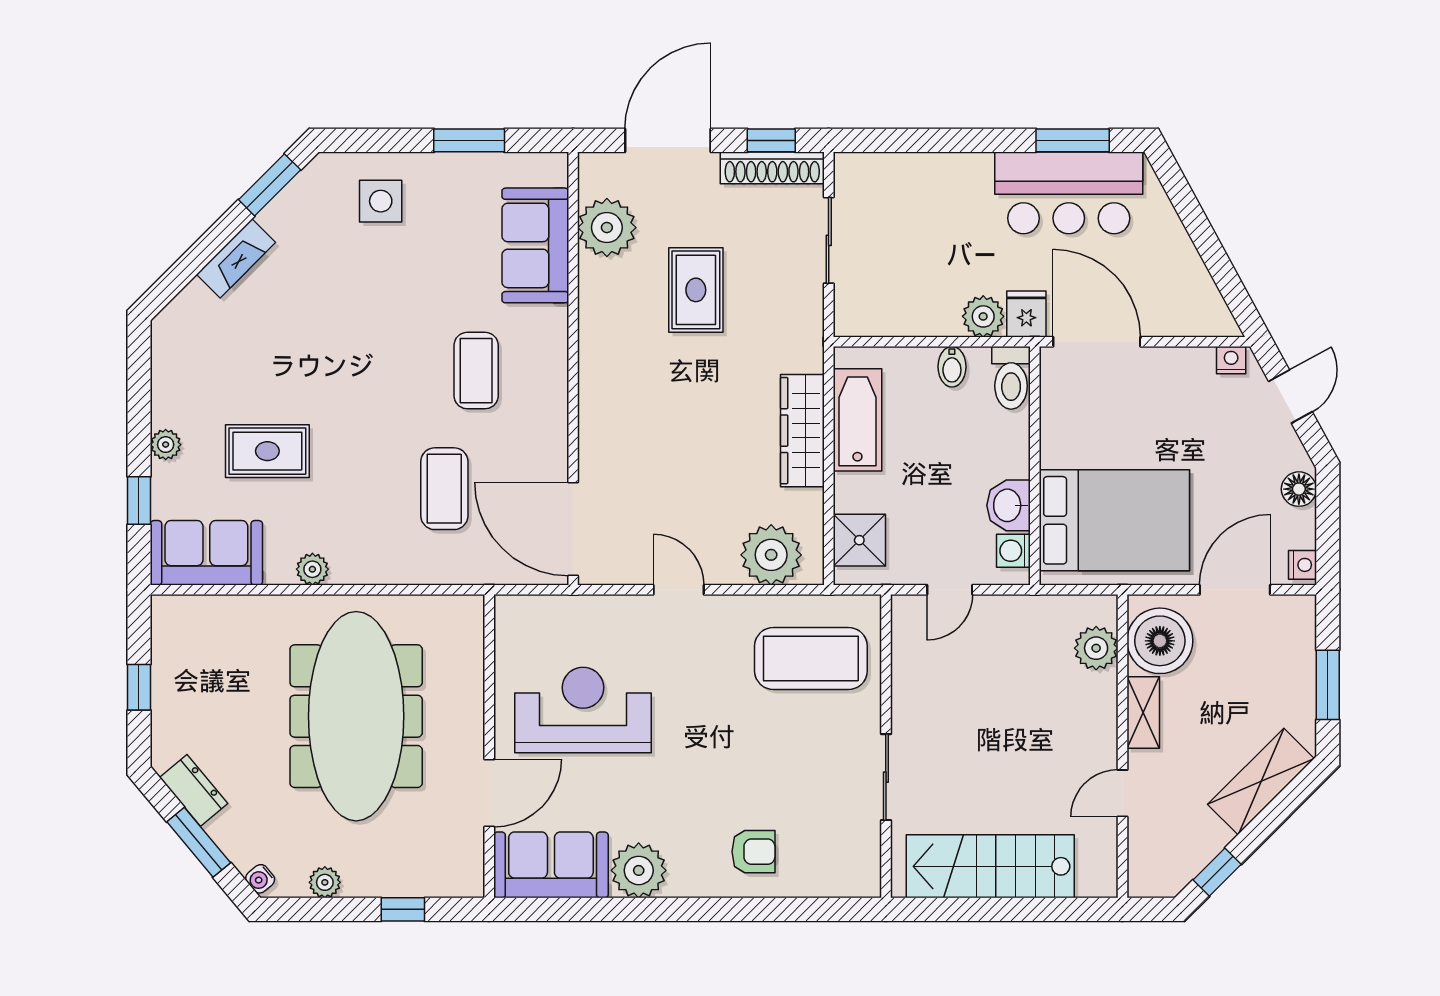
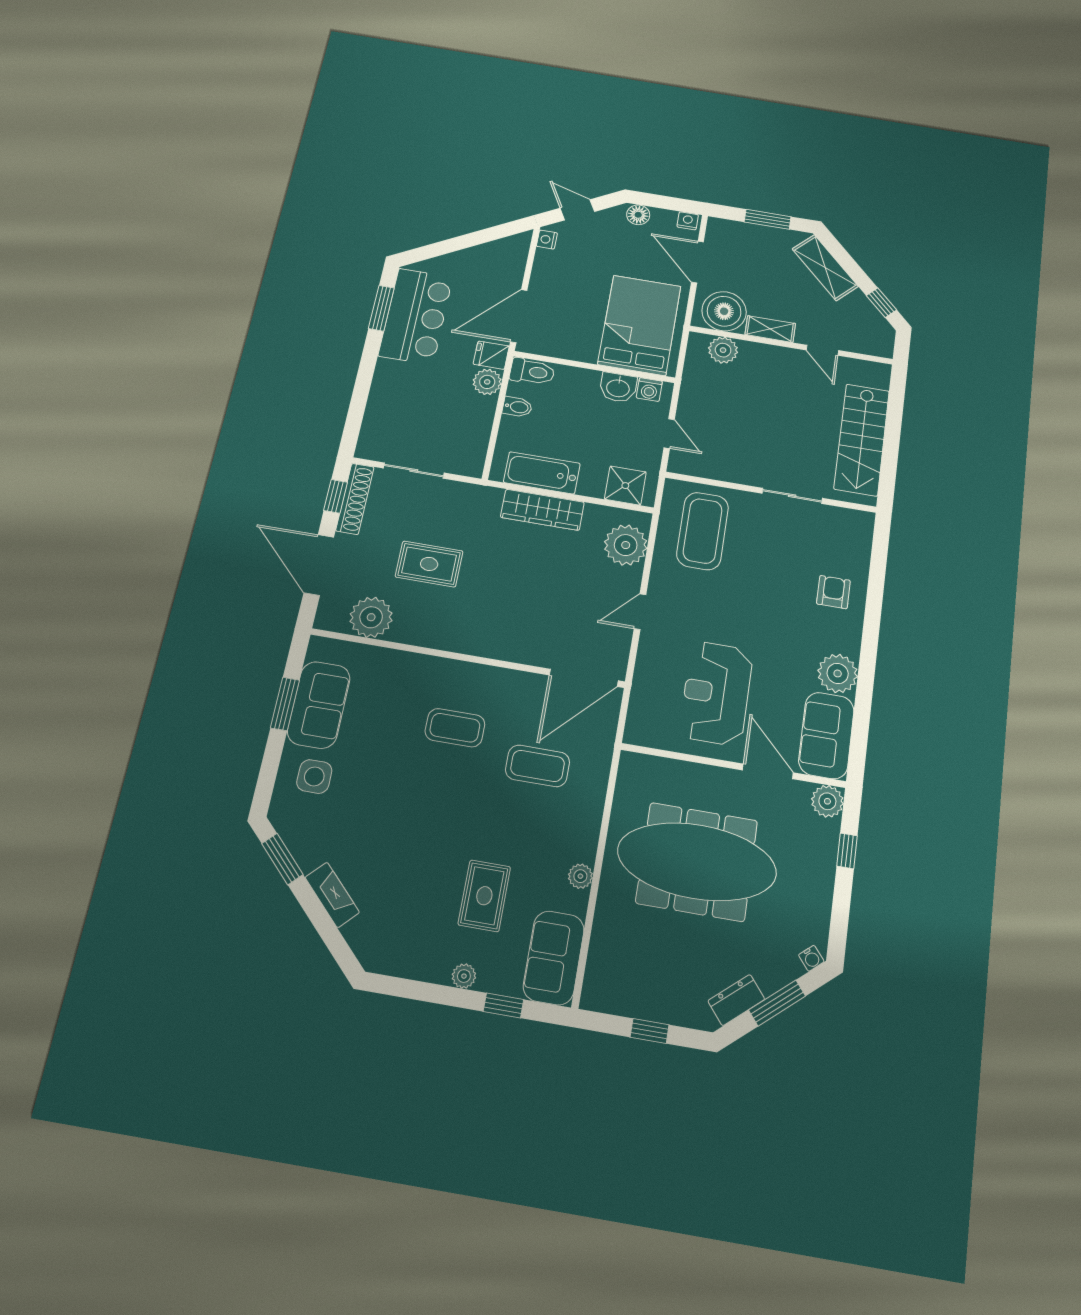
sofa: (535, 245) -> (319, 705), moved, turned -90
plant: (325, 882) -> (827, 801), moved, width x1.38, depth x1.38

